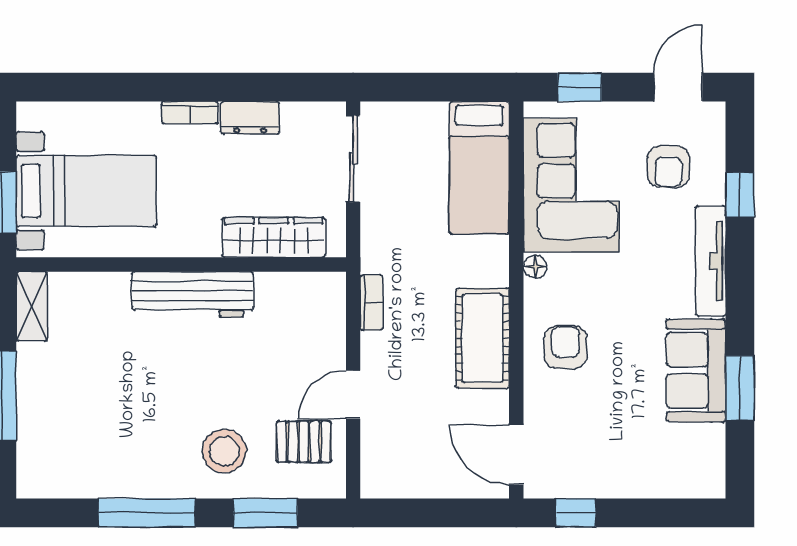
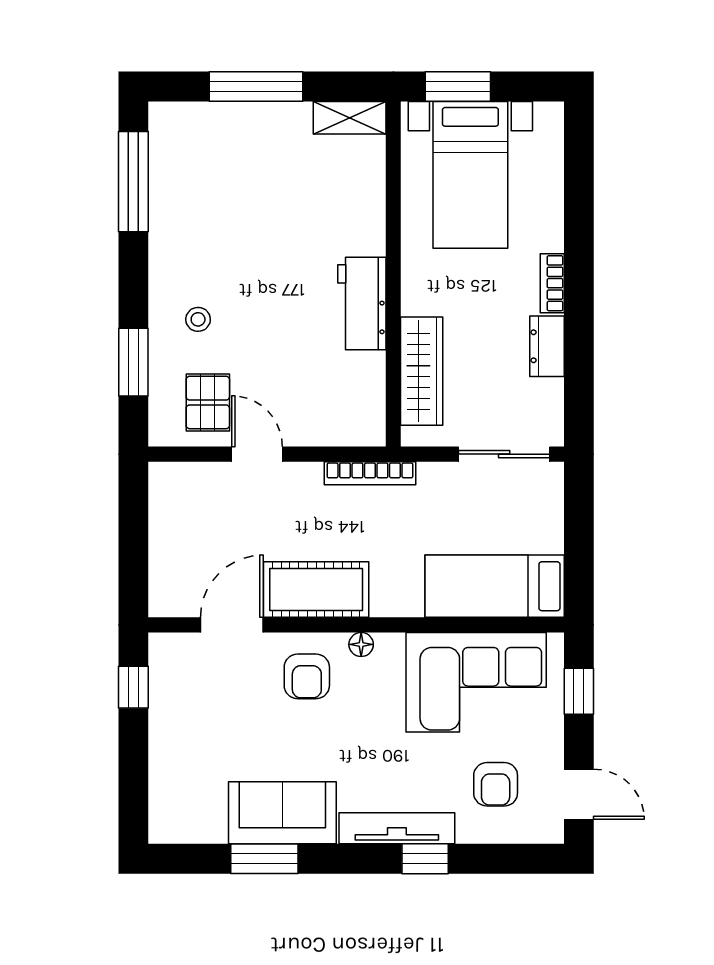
armchair: (669, 167) -> (496, 784), turned -90
window: (740, 195) -> (425, 859), moved
floor lamp: (535, 267) -> (361, 644), moved
workbench: (193, 294) -> (362, 304), width x0.73
bookcase: (371, 302) -> (370, 473), width x1.56
armchair: (566, 347) -> (307, 676), turned 90
stool: (224, 451) -> (198, 319), width x0.53, depth x0.53
door: (516, 455) -> (232, 625), moved
window: (147, 513) -> (133, 182), moved

